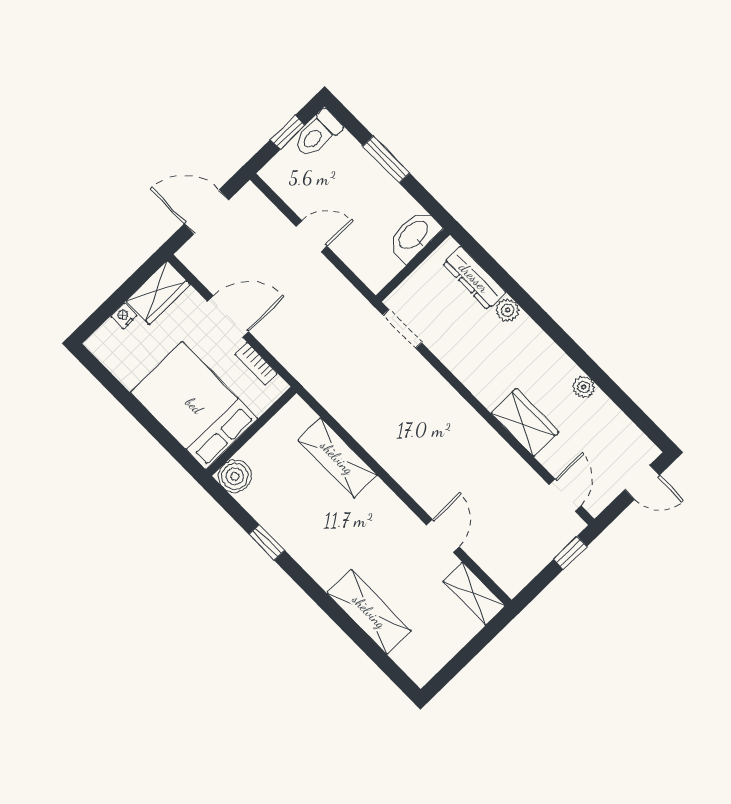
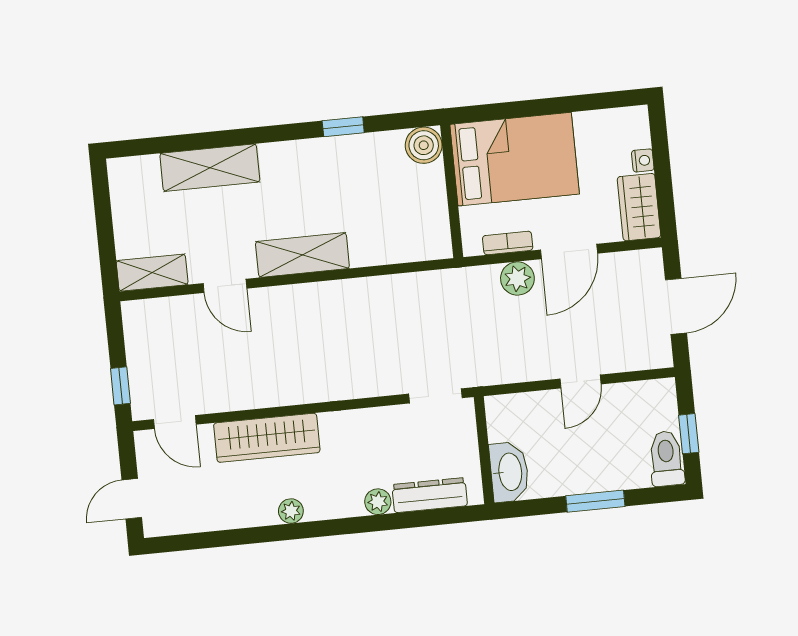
plant: (275, 337) -> (517, 279), added
plant: (584, 387) -> (291, 511), moved
wardrobe: (525, 423) -> (267, 438), width x1.50
shelving: (337, 458) -> (302, 255), moved

